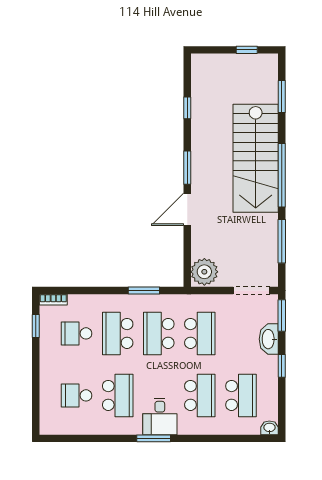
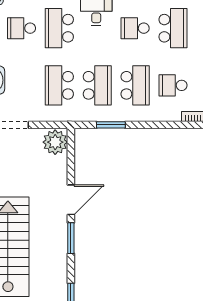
school desk: (77, 333) -> (173, 85), turned 180
school desk: (77, 395) -> (173, 28), width x1.85
school desk: (118, 395) -> (135, 28), width x0.54
school desk: (241, 395) -> (21, 28), width x0.54

